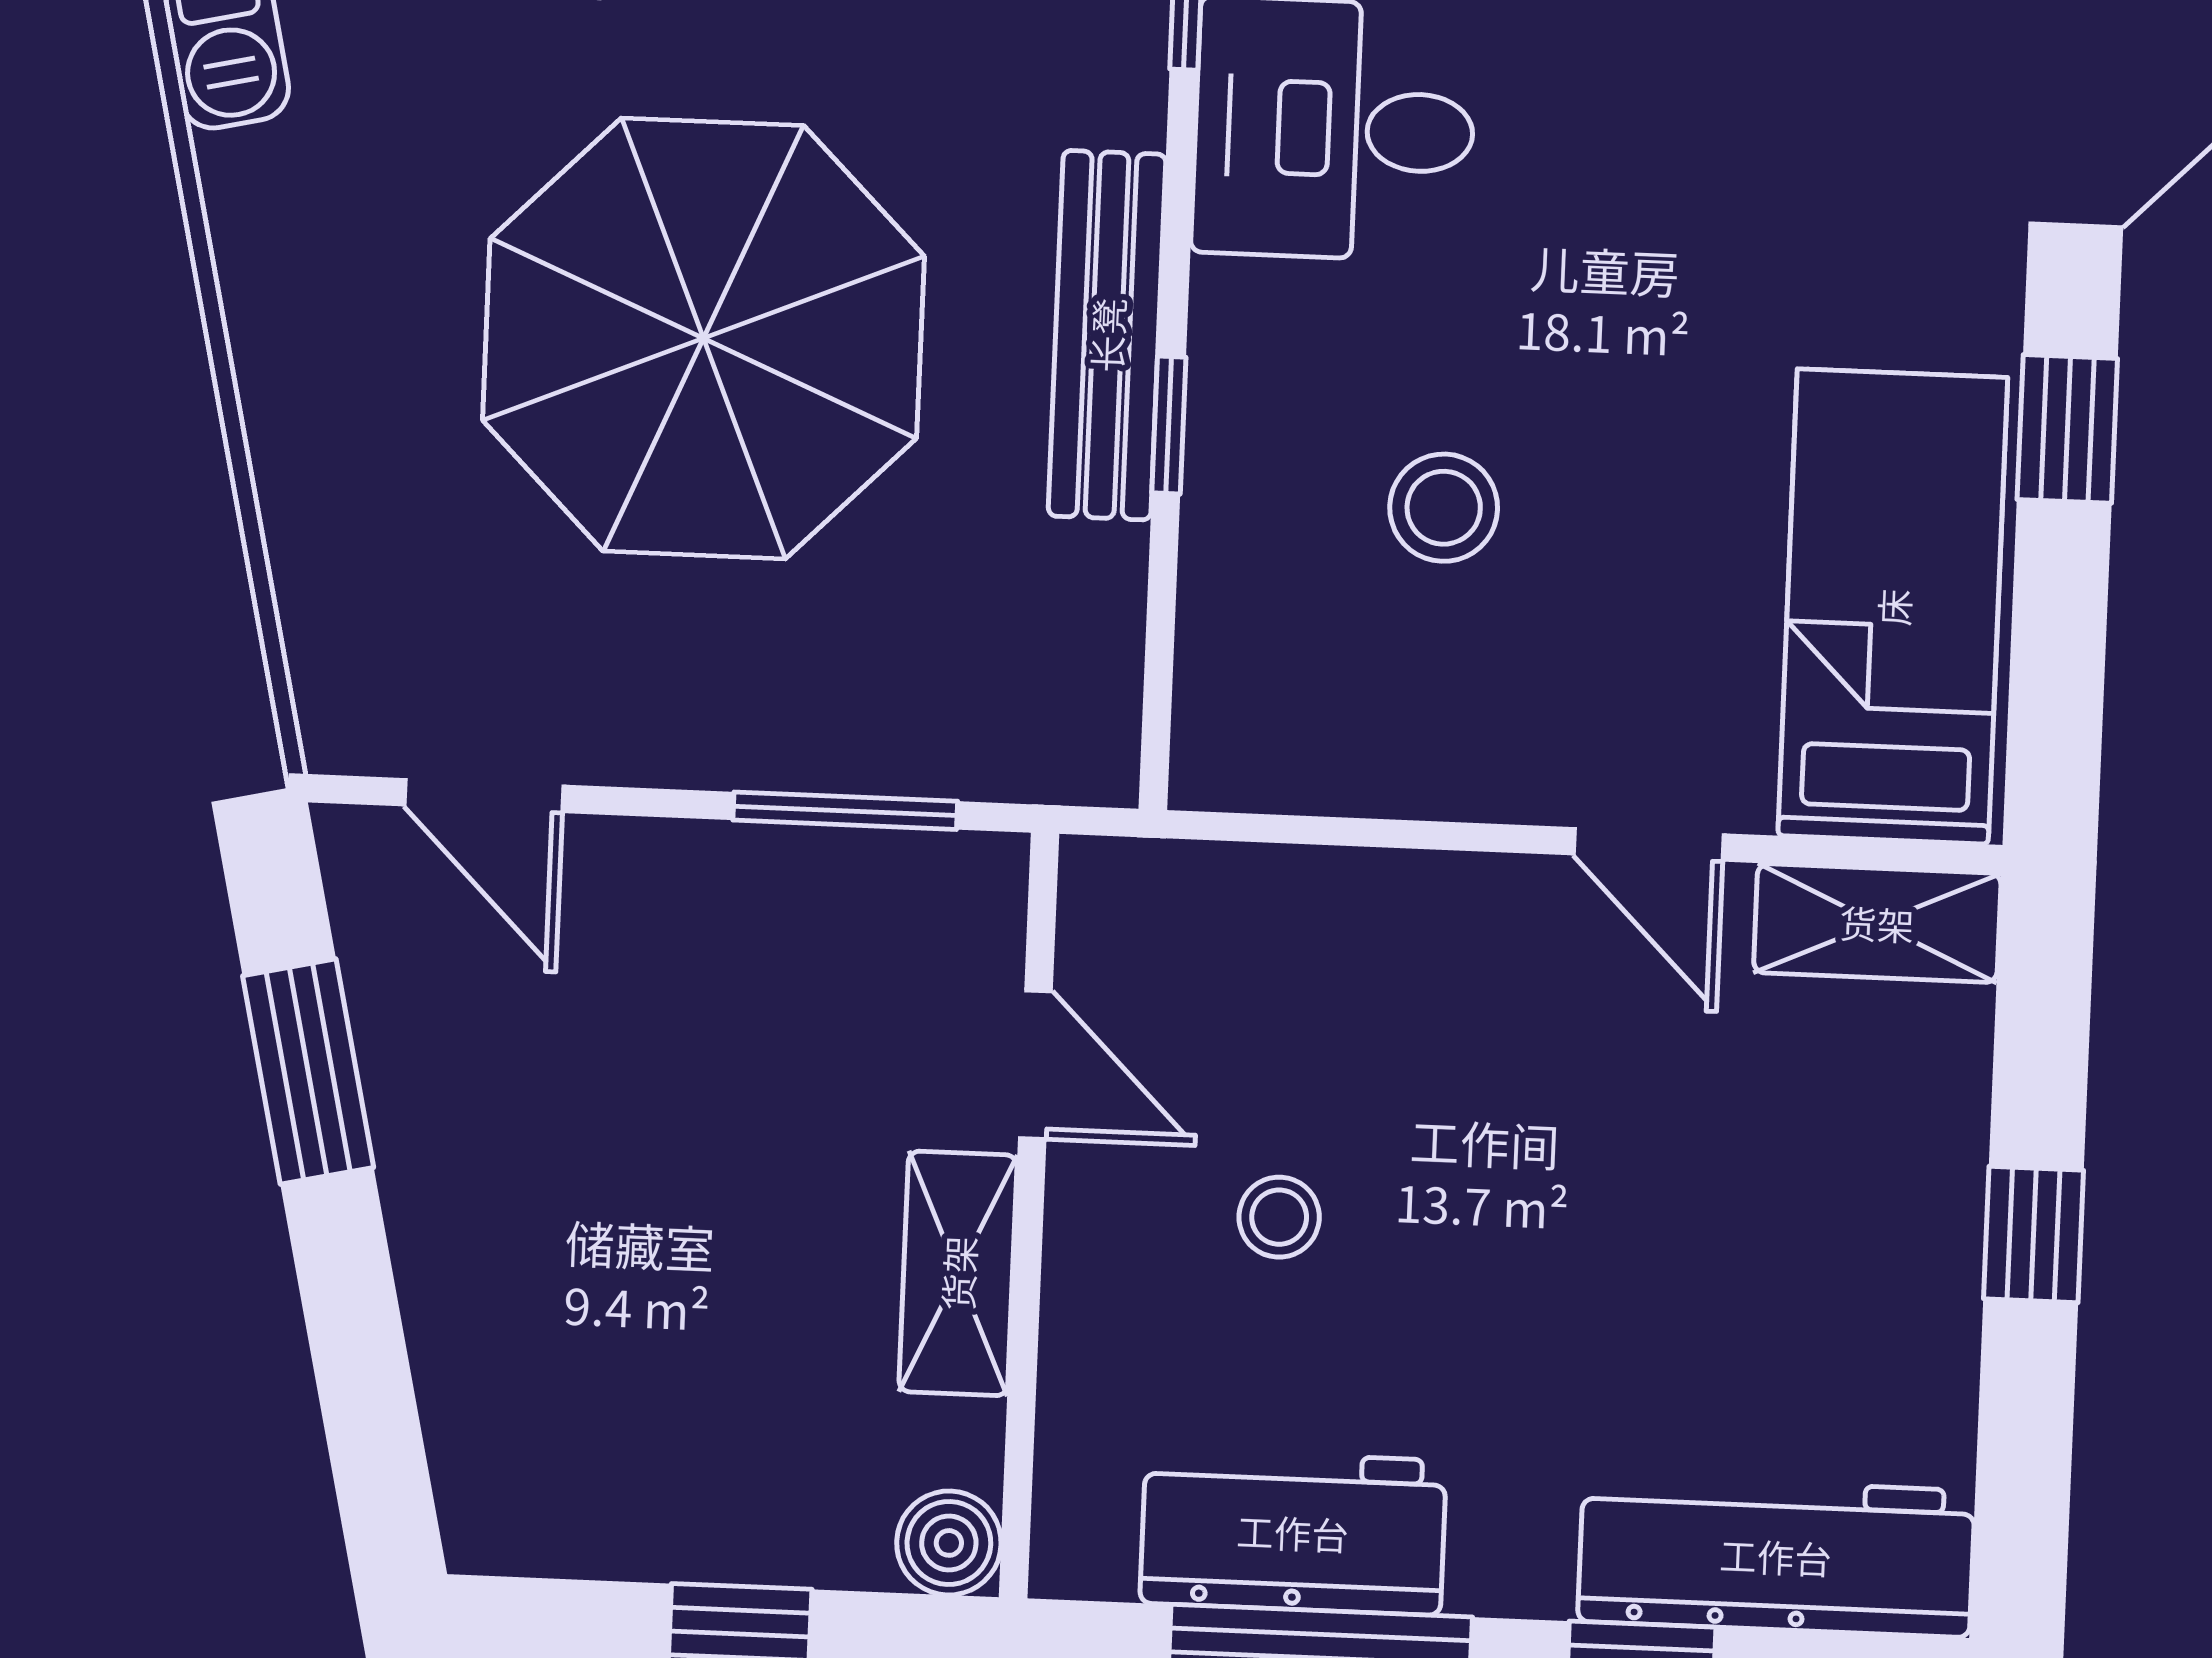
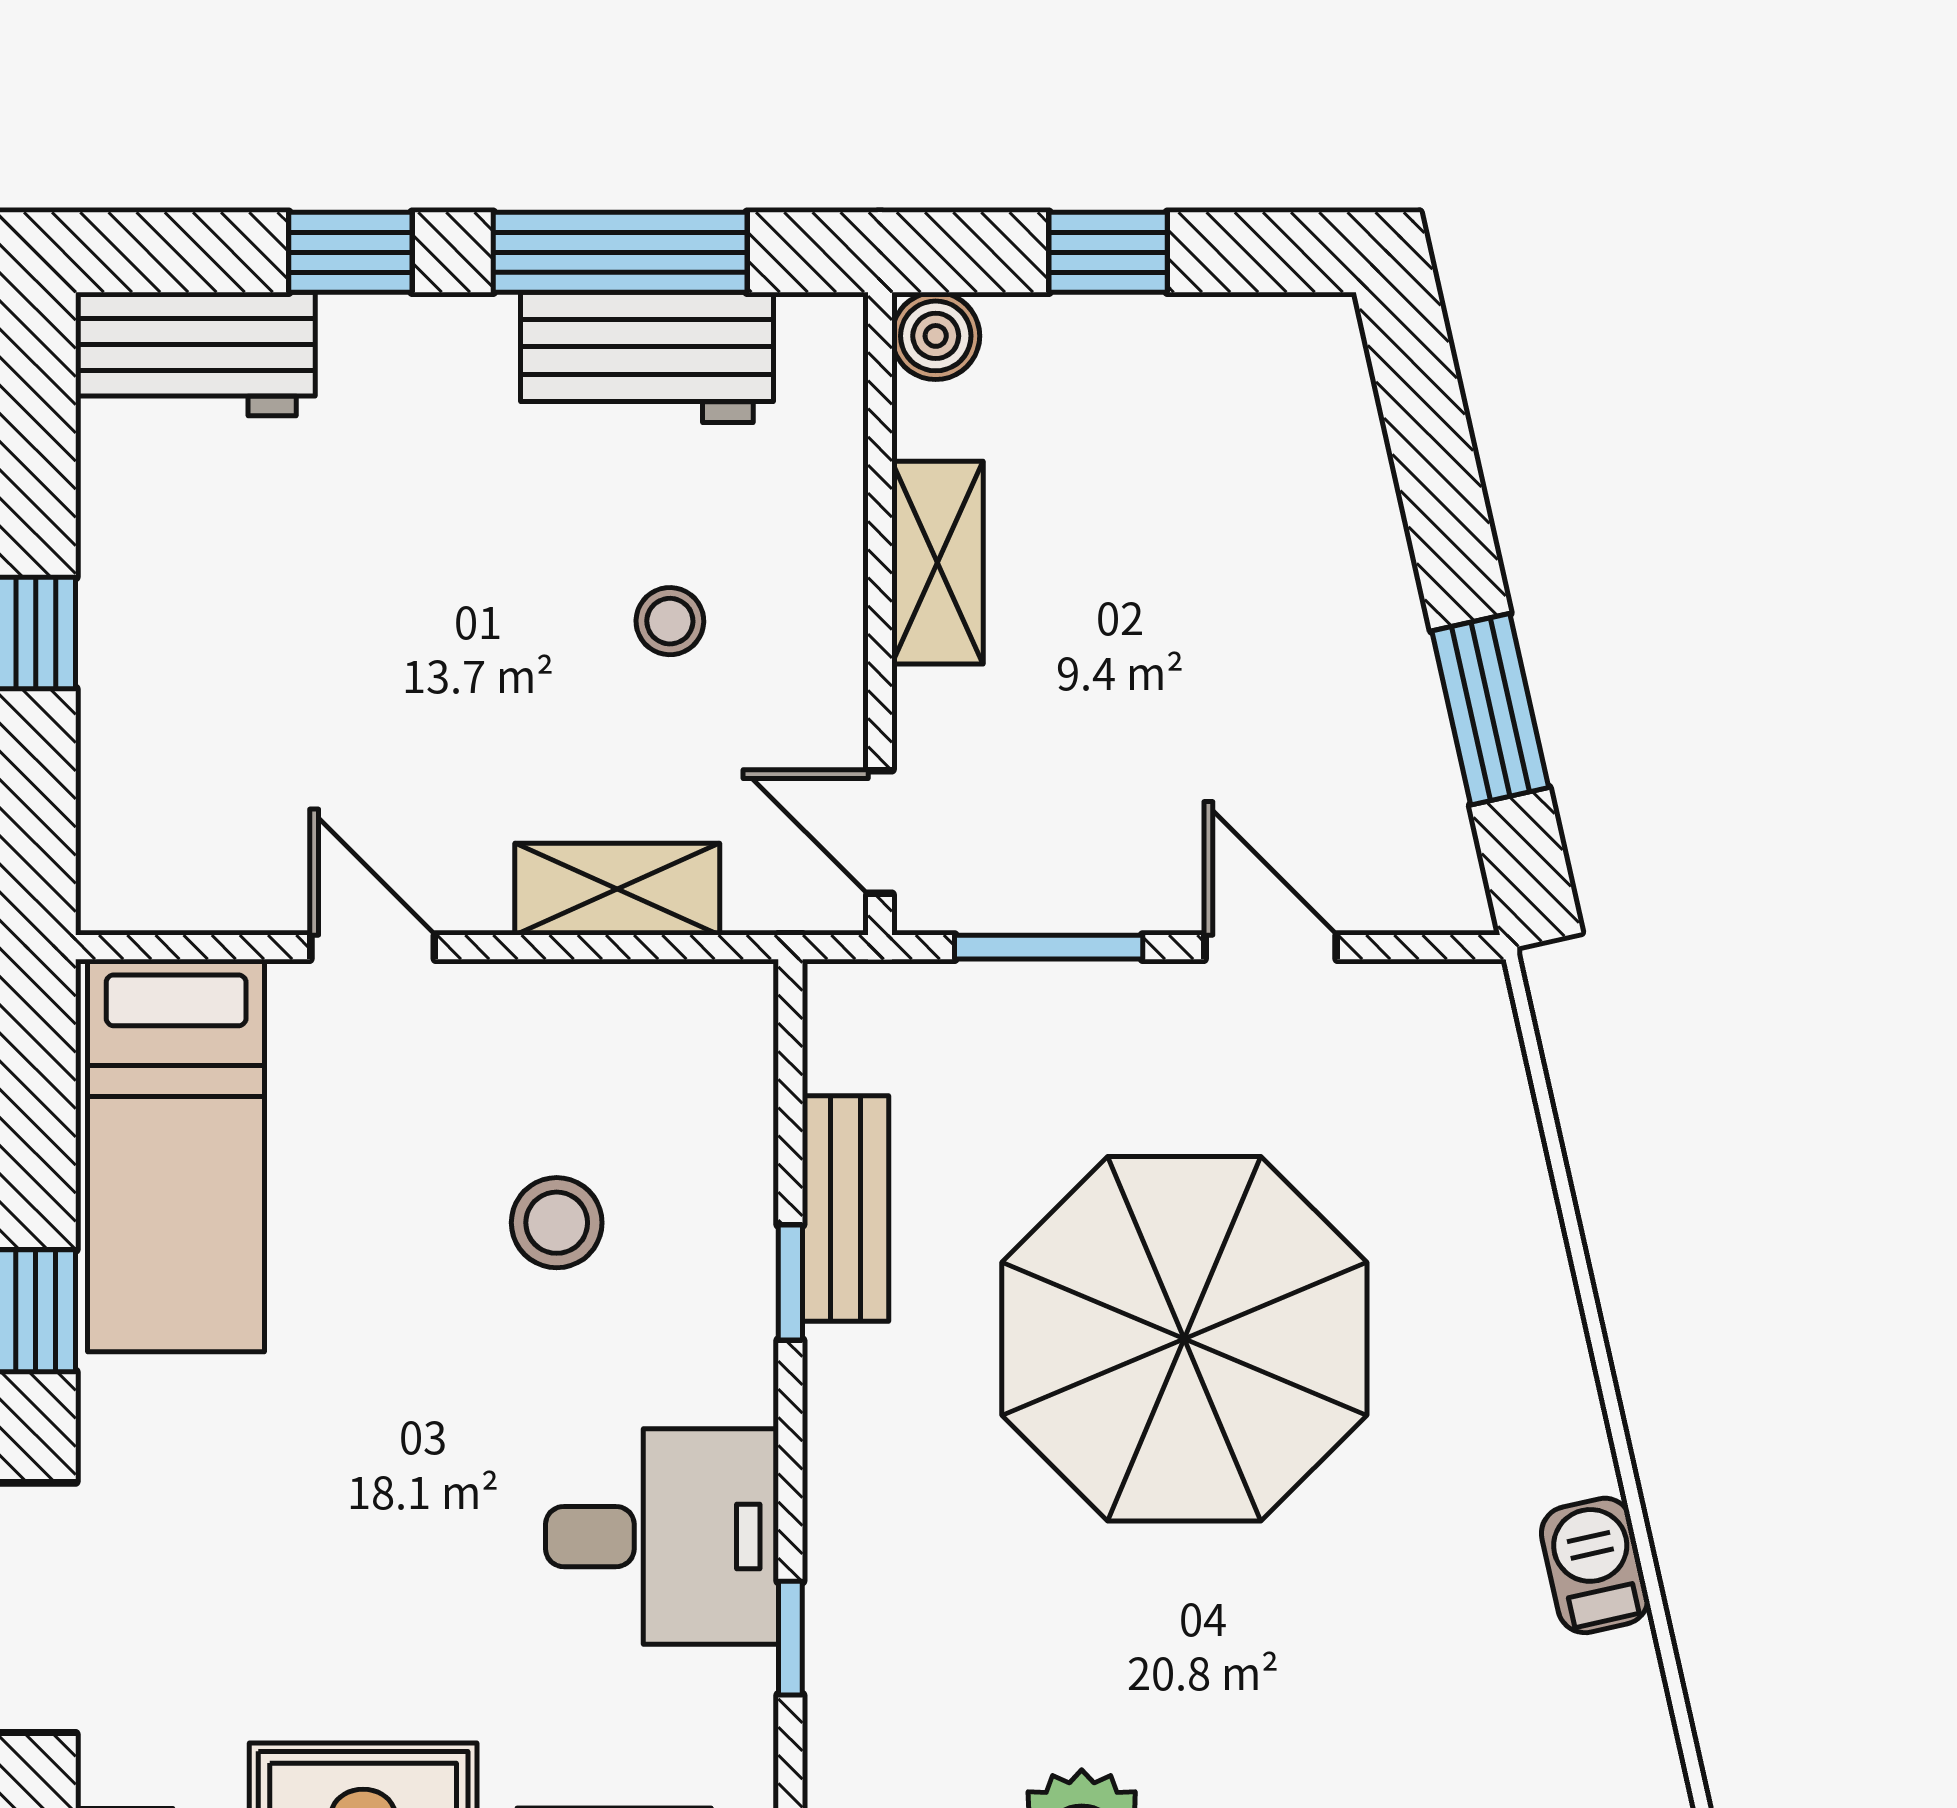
bench: (1107, 335) -> (845, 1208), moved, width x0.73
door: (484, 796) -> (1271, 947), moved
shelving: (1877, 923) -> (617, 889), moved
door: (1035, 1065) -> (880, 832), moved
workbench: (1776, 1556) -> (195, 354), width x0.73

